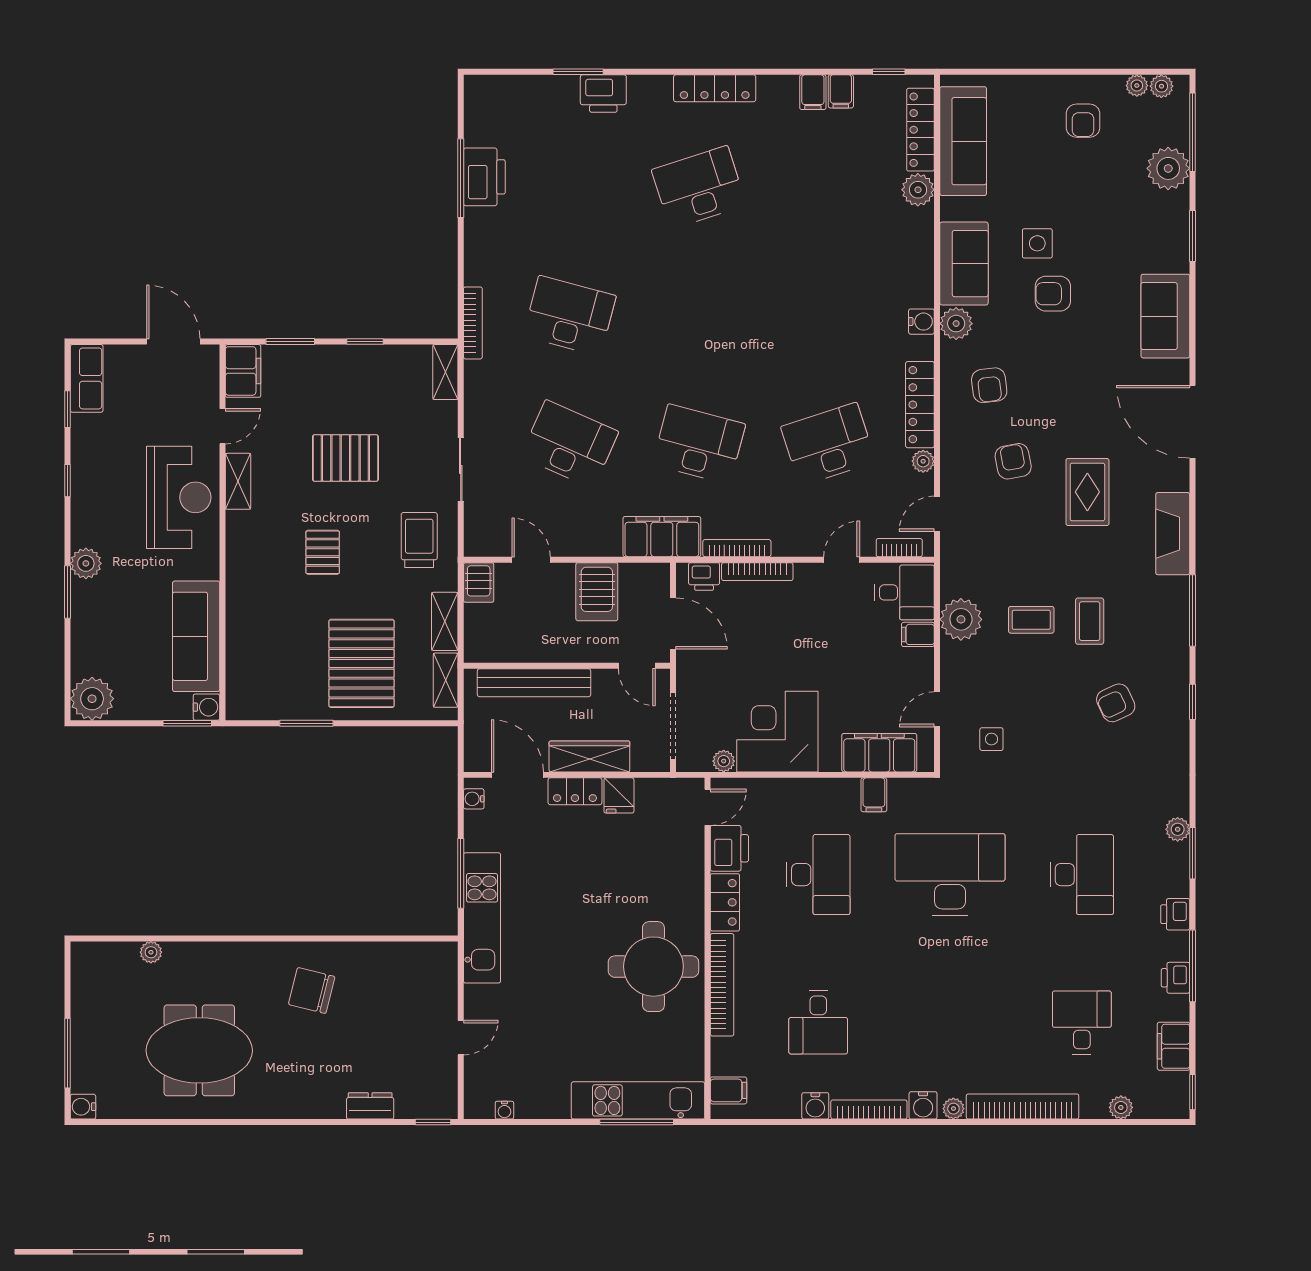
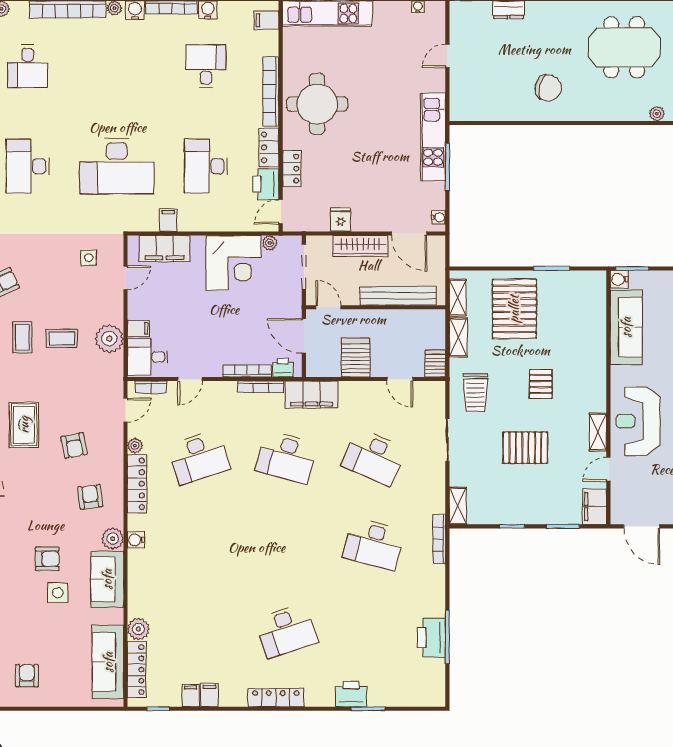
locker: (575, 791) -> (292, 169), moved, turned 90

